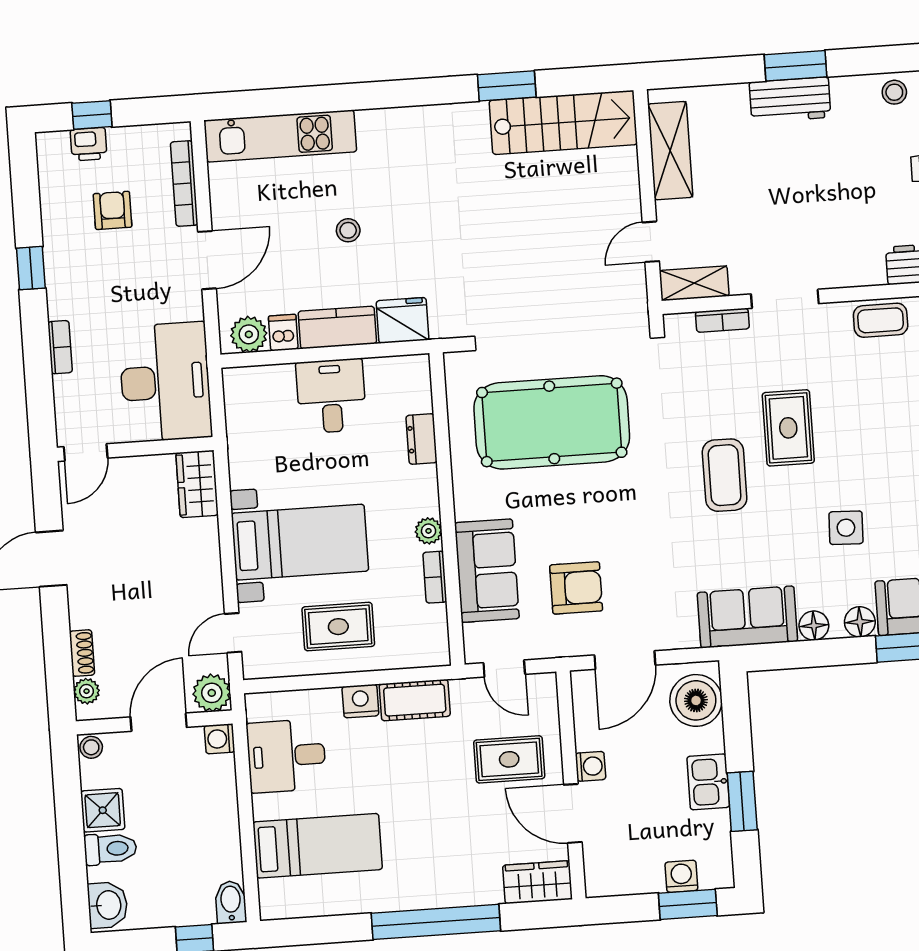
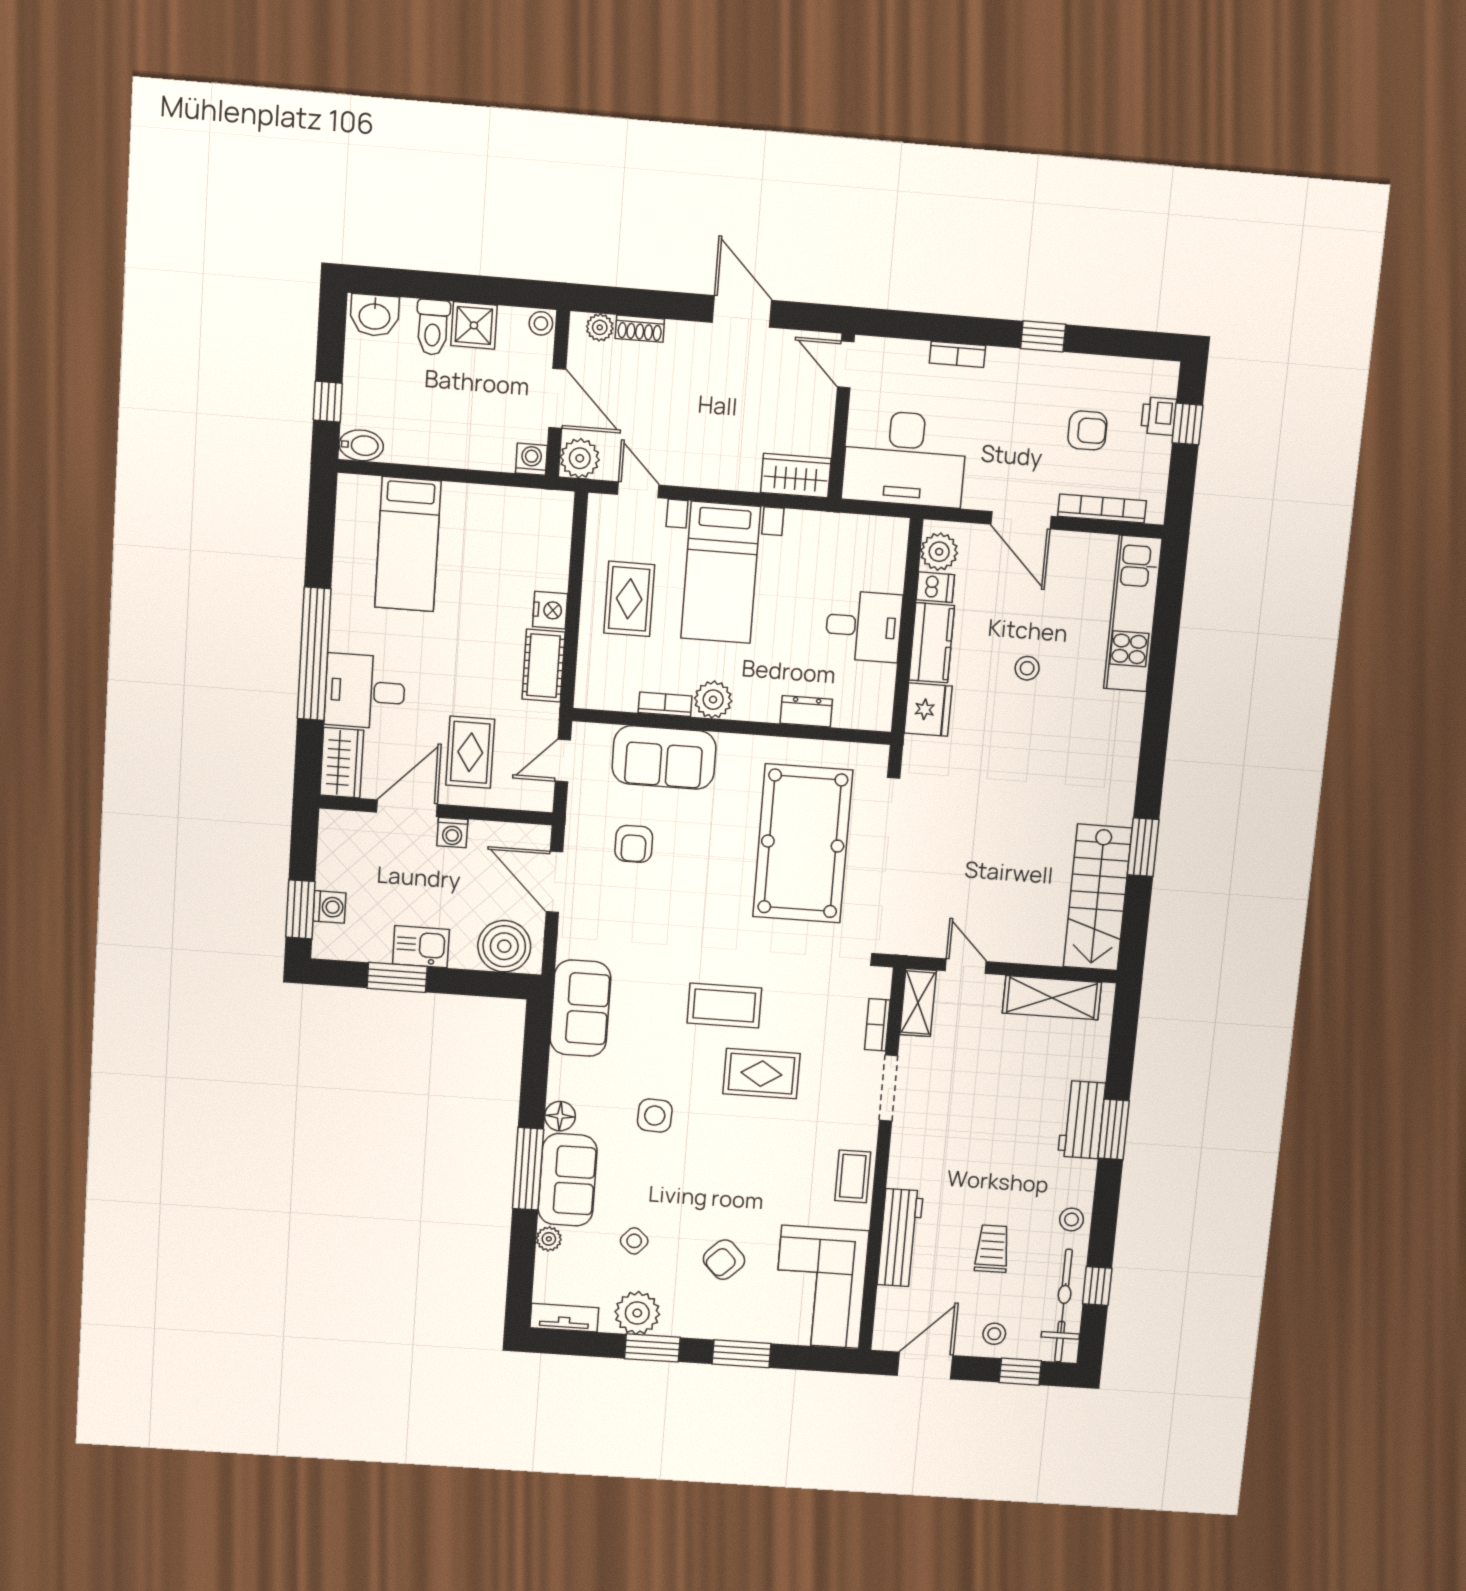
plant: (429, 531) -> (713, 700), width x1.38, depth x1.38
armchair: (576, 588) -> (634, 844), width x0.72, depth x0.72
floor lamp: (814, 626) -> (563, 1071), removed
desk: (286, 756) -> (365, 691), moved, turned -90

